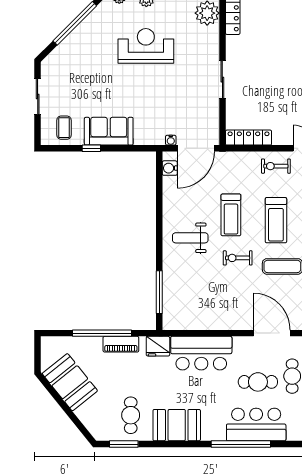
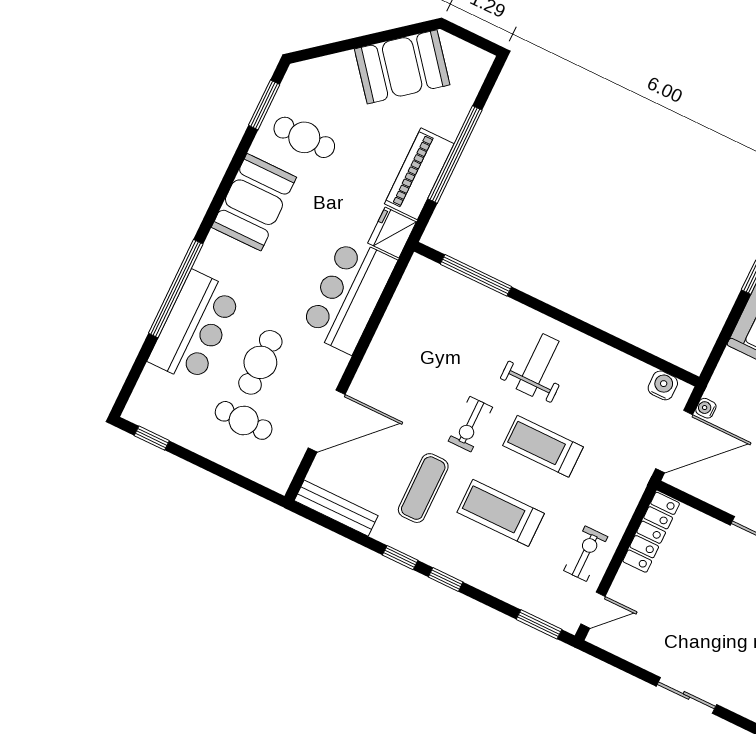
door: (196, 148) -> (674, 442), swing flipped
exercise bike: (238, 258) -> (470, 424), turned 180
piano: (121, 344) -> (419, 174), width x1.37, depth x1.33

